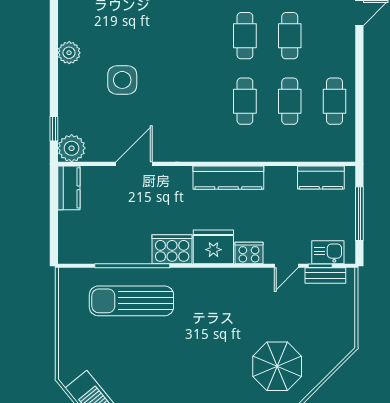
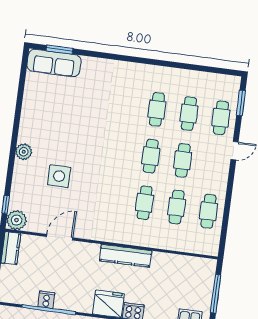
kitchen counter: (321, 178) -> (192, 264), removed
cooker: (172, 249) -> (46, 300), moved, width x0.53, depth x0.76

